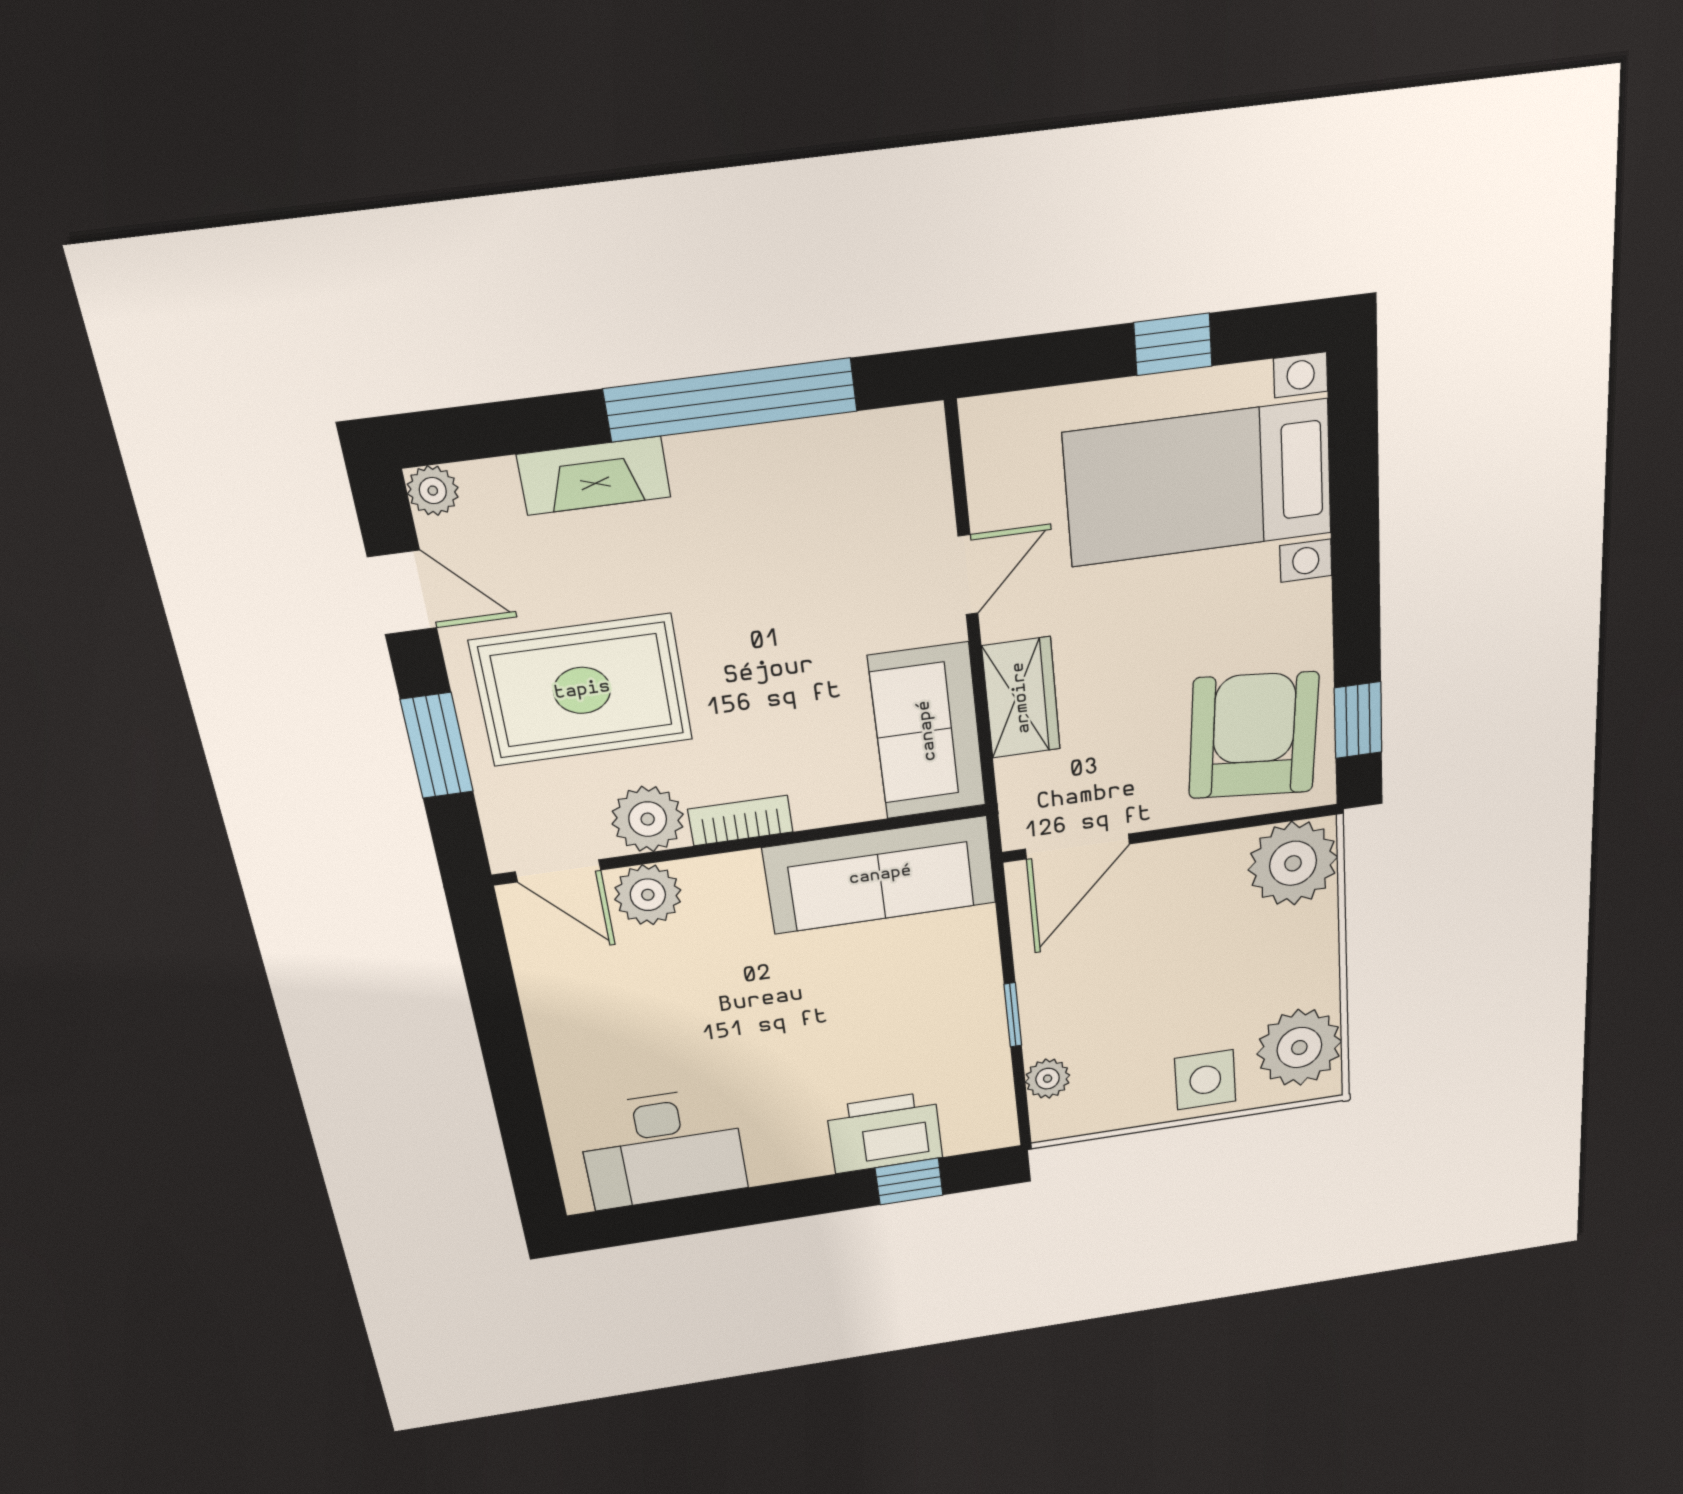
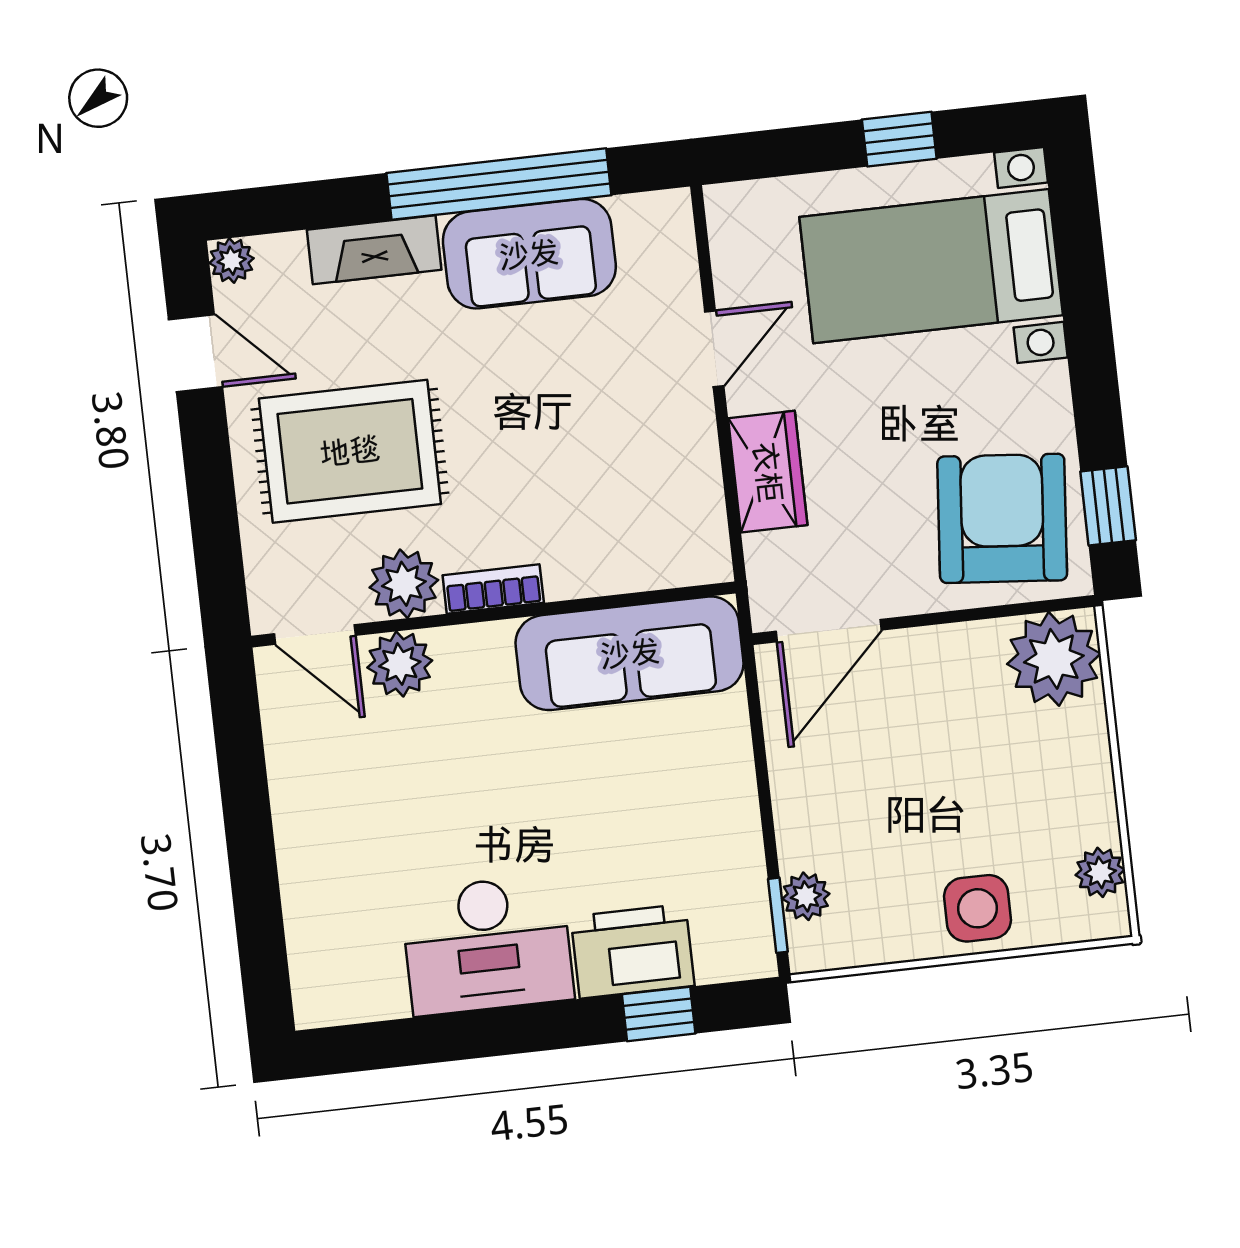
sofa: (927, 731) -> (529, 254), moved, turned -90
window: (437, 746) -> (212, 501), removed
window: (1013, 1015) -> (778, 915), moved
plant: (1299, 1048) -> (1100, 872), width x0.53, depth x0.53
desk: (662, 1148) -> (487, 945), moved

